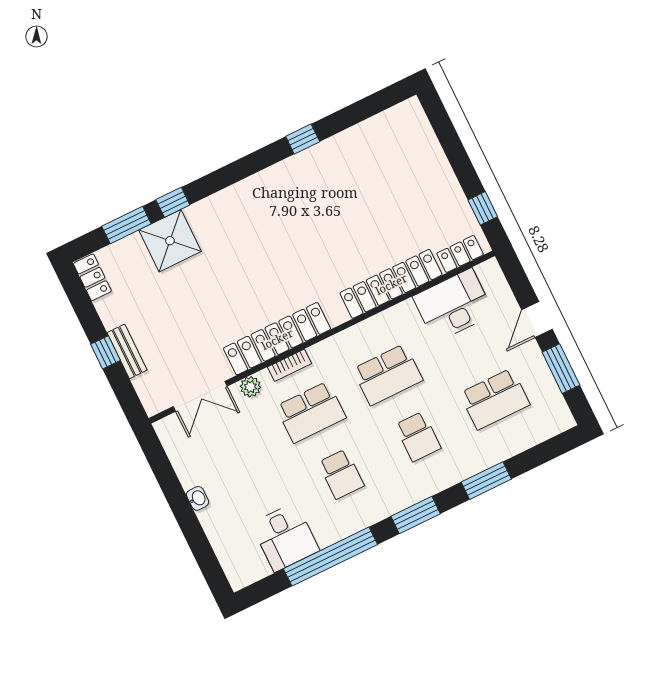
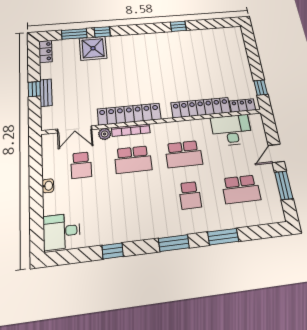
bookcase: (290, 365) -> (131, 130), width x1.56
school desk: (341, 474) -> (81, 165), moved
desk: (285, 537) -> (62, 231), moved, turned 90
window: (330, 557) -> (113, 251), width x0.32

